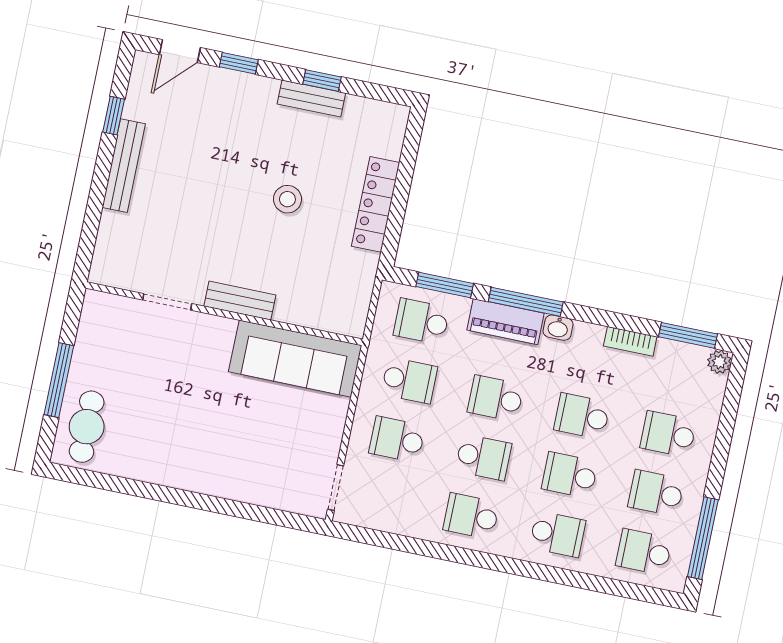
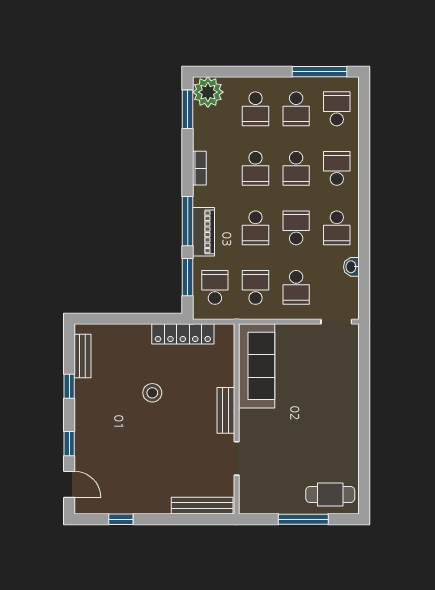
bench: (311, 99) -> (82, 356), moved
bench: (124, 166) -> (202, 506), moved
locker: (376, 204) -> (183, 334), moved
school desk: (421, 321) -> (215, 287), turned 180
washbasin: (558, 328) -> (351, 267), moved, turned 180
bookcase: (630, 341) -> (199, 168), moved
plant: (719, 362) -> (208, 92), width x1.87, depth x1.87
school desk: (644, 552) -> (337, 109), turned 180

